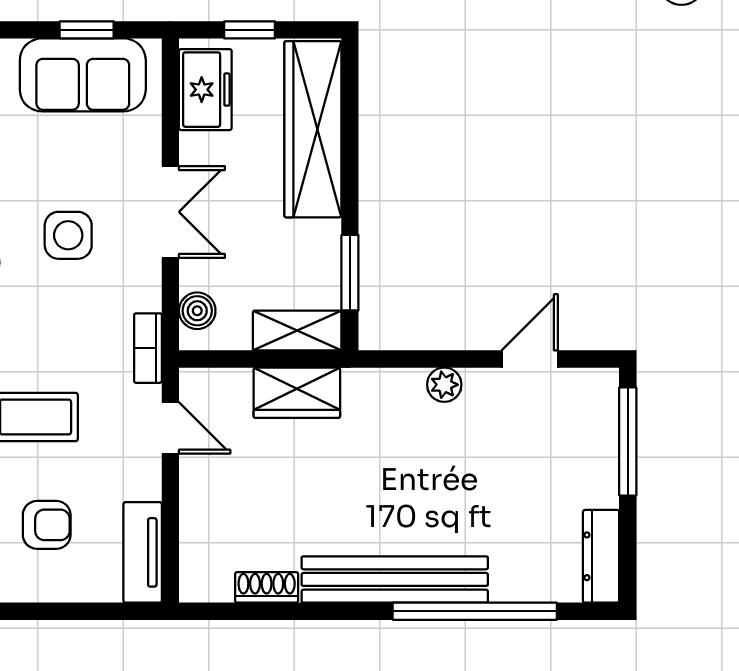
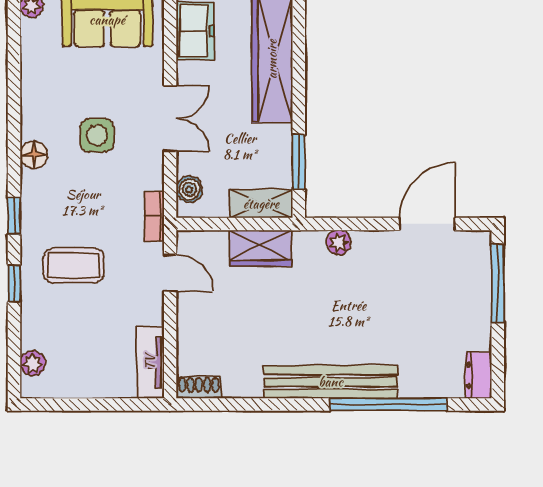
door: (530, 359) -> (427, 224), width x1.37
plant: (444, 385) -> (339, 242), moved
armchair: (47, 525) -> (81, 343), removed
dresser: (601, 556) -> (479, 375), width x0.70
shoe rack: (267, 587) -> (199, 388), moved

